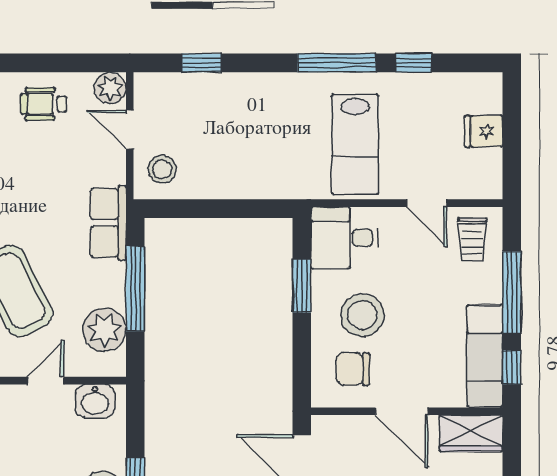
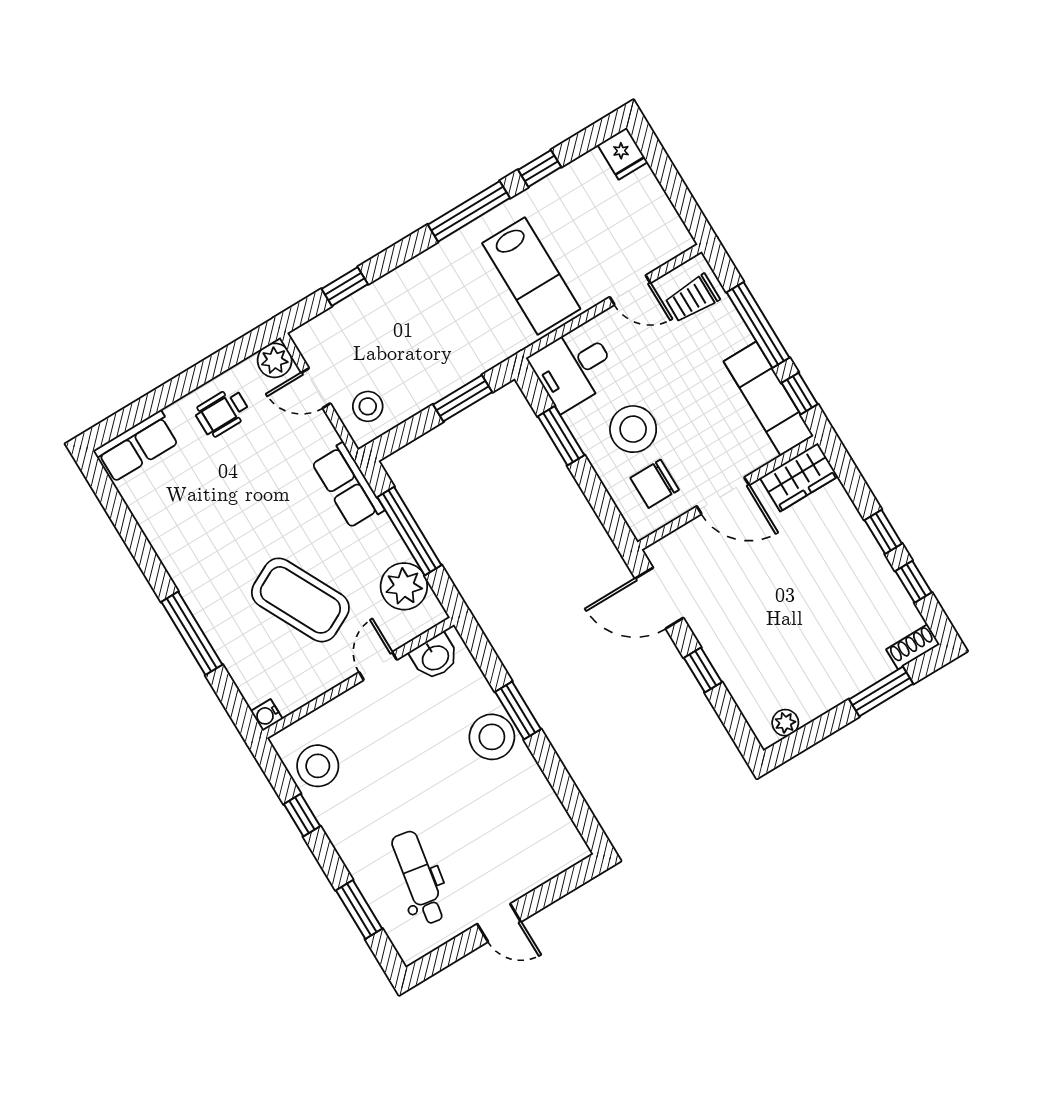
fridge: (484, 131) -> (623, 154), moved, turned -90
window: (242, 209) -> (463, 398), added
trolley: (472, 240) -> (692, 298), turned 90

